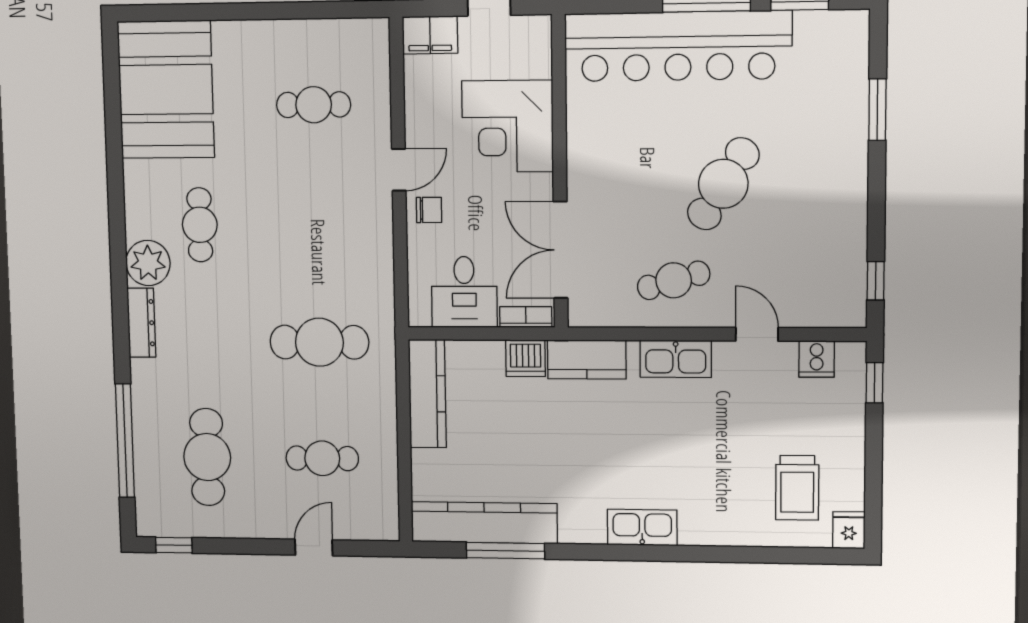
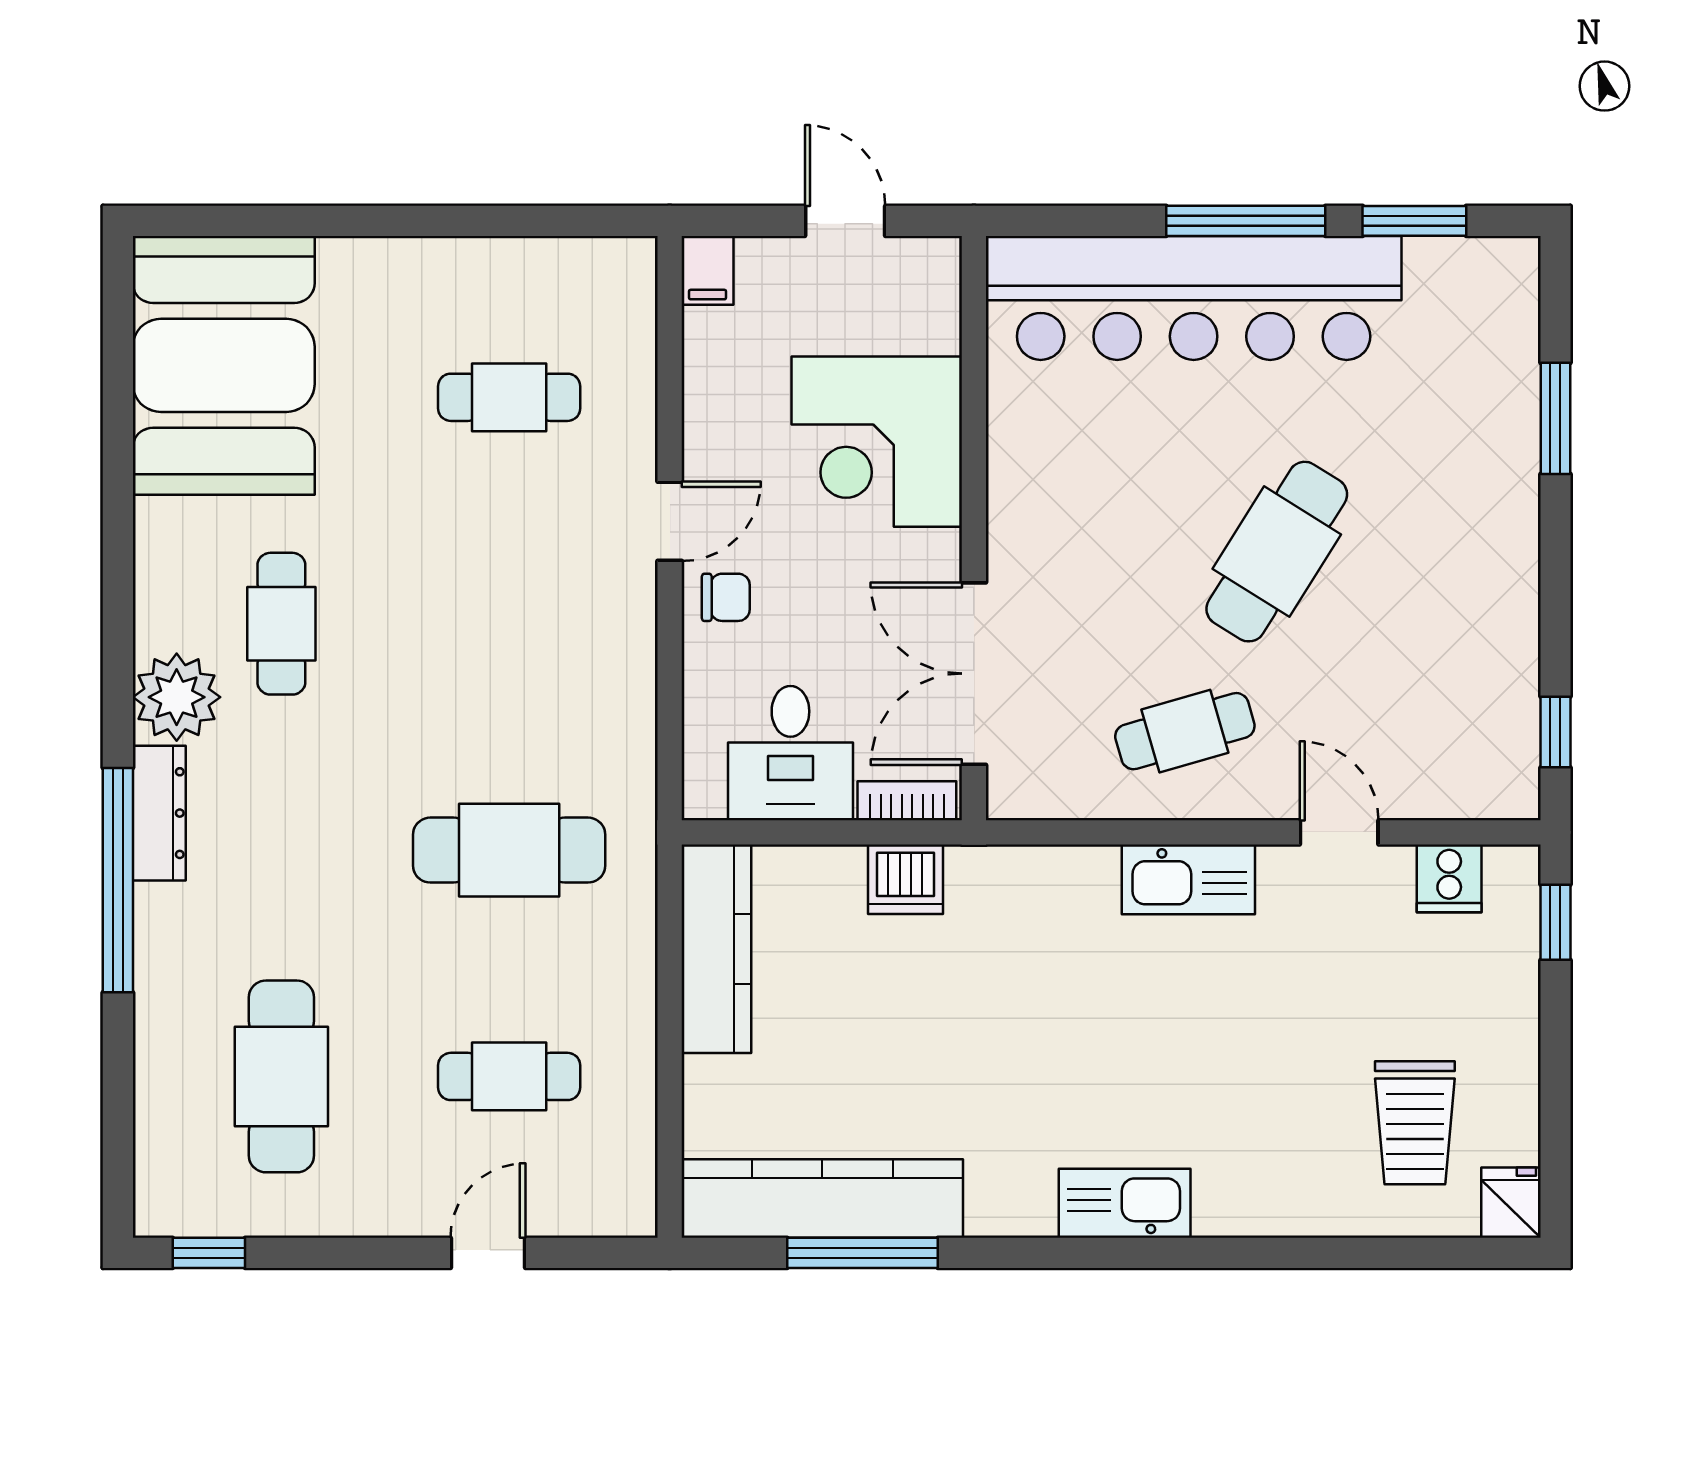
filing cabinet: (430, 35) -> (708, 270), width x0.50
kitchen counter: (587, 359) -> (1022, 881), removed
window: (125, 441) -> (118, 880), moved

